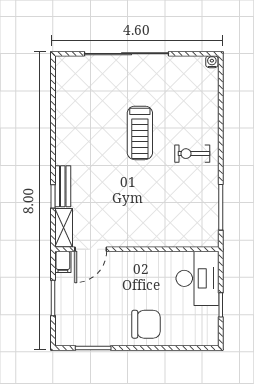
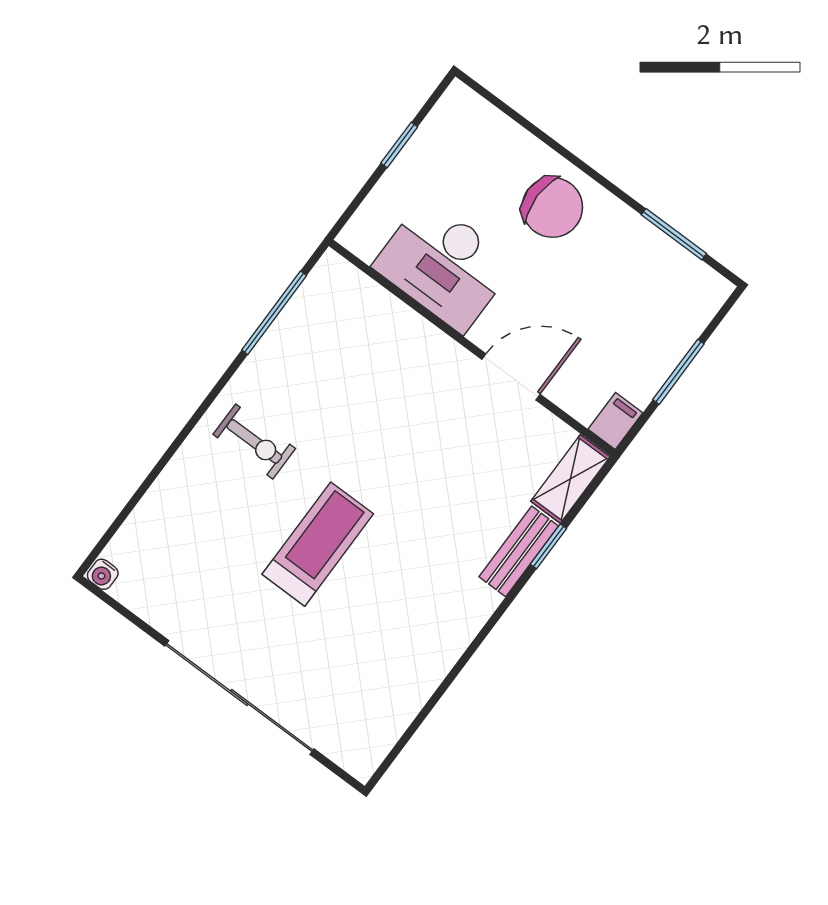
door: (91, 249) -> (511, 377), moved
desk: (197, 278) -> (444, 265), moved, turned -90
chair: (146, 324) -> (552, 207), turned 180

